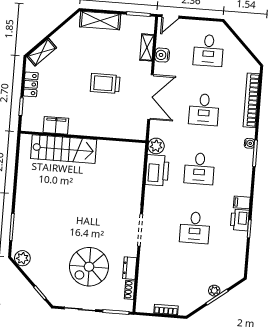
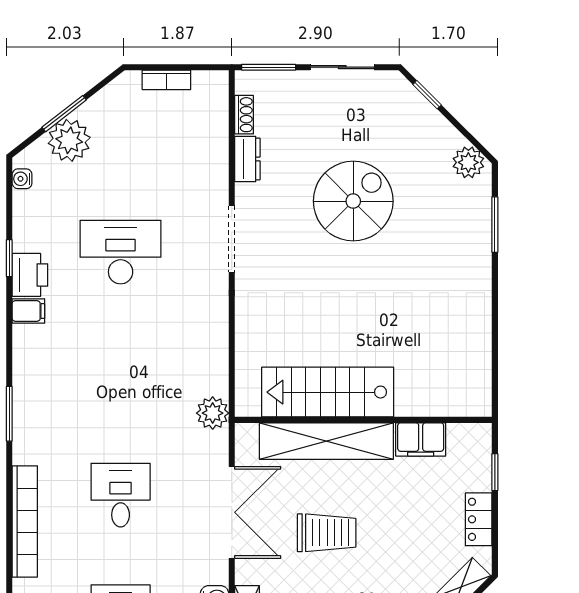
double door: (150, 97) -> (232, 512), swing flipped
shelving: (102, 128) -> (326, 441), added
water cooler: (249, 143) -> (22, 179), moved
stairs: (64, 149) -> (328, 392), moved
desk: (199, 169) -> (121, 374), removed
printer: (157, 170) -> (207, 363), removed
desk: (195, 228) -> (121, 252), width x1.37
spiral stairs: (89, 267) -> (353, 201), moved
plant: (214, 291) -> (69, 140), width x1.88, depth x1.88

